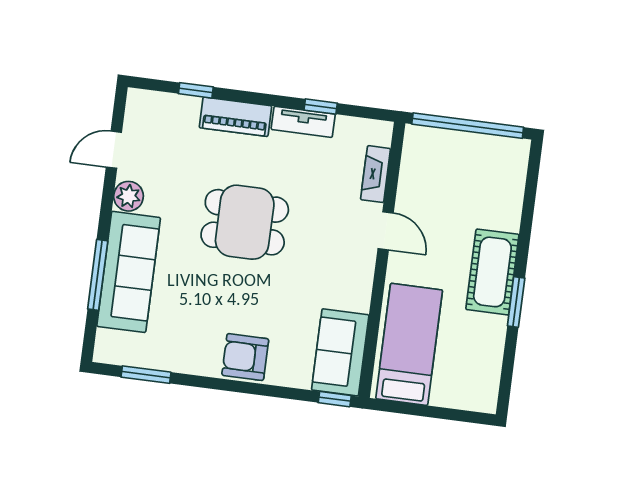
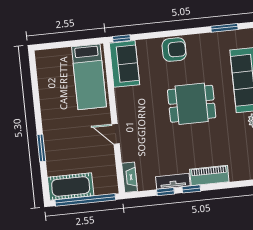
window: (196, 90) -> (191, 189), moved
fireplace: (376, 174) -> (130, 177), moved
dining table: (245, 222) -> (192, 104), moved
cot: (492, 272) -> (71, 186), moved, turned 90
window: (516, 302) -> (41, 148), moved

